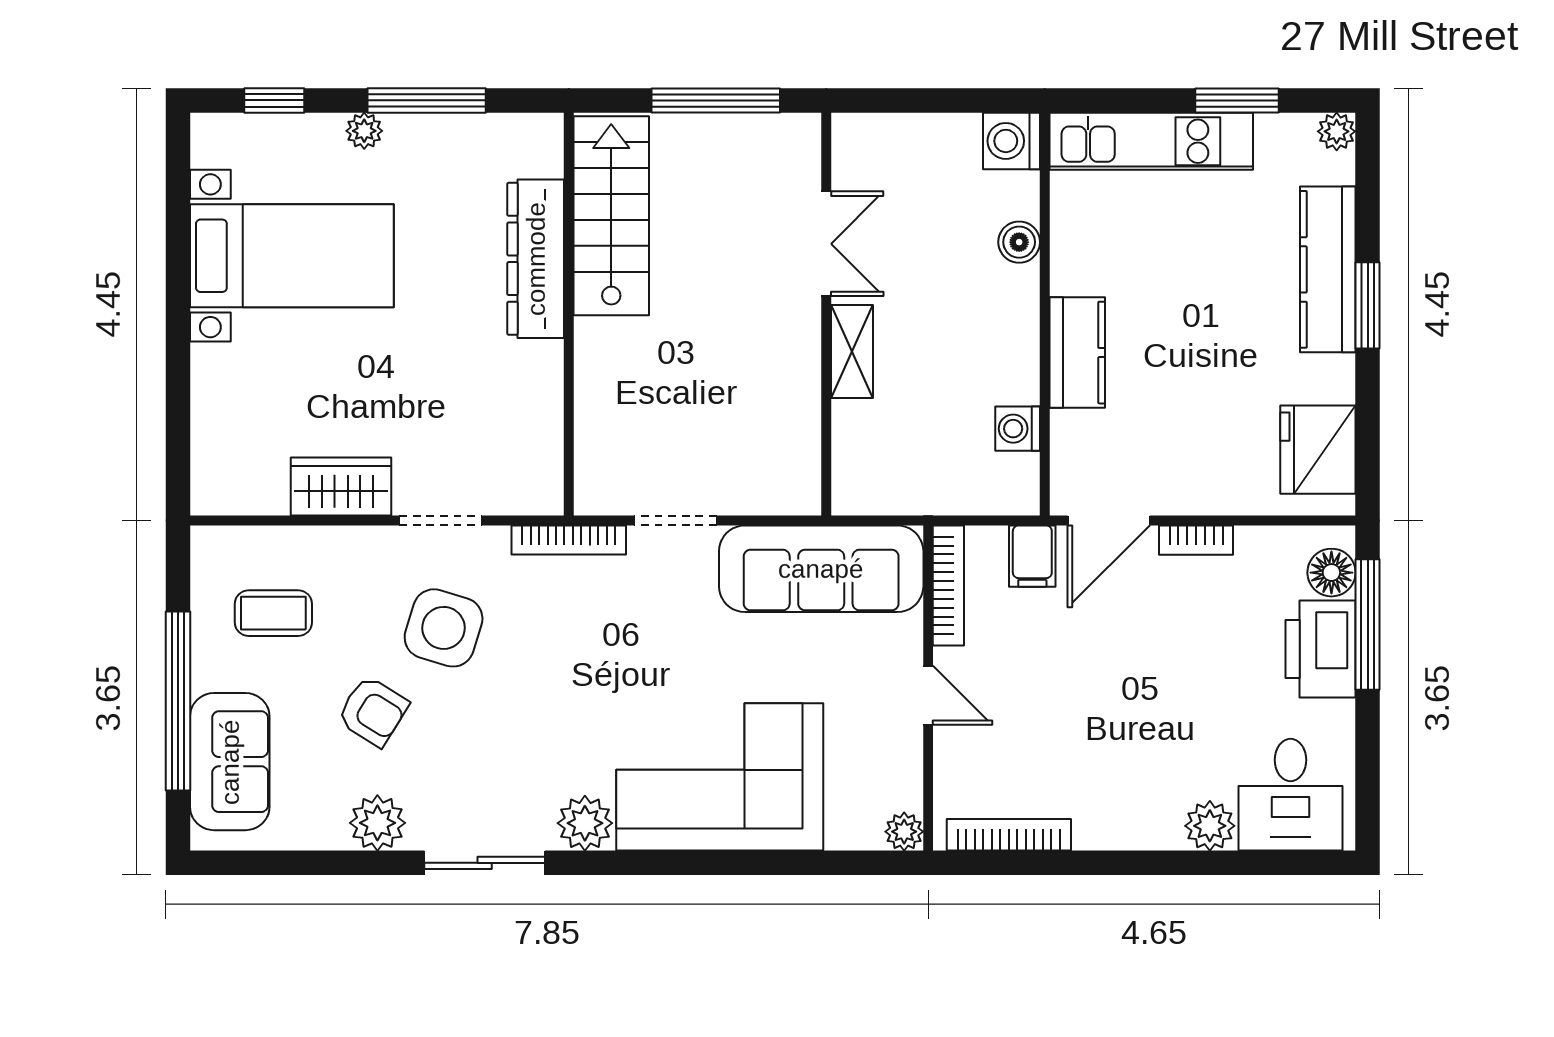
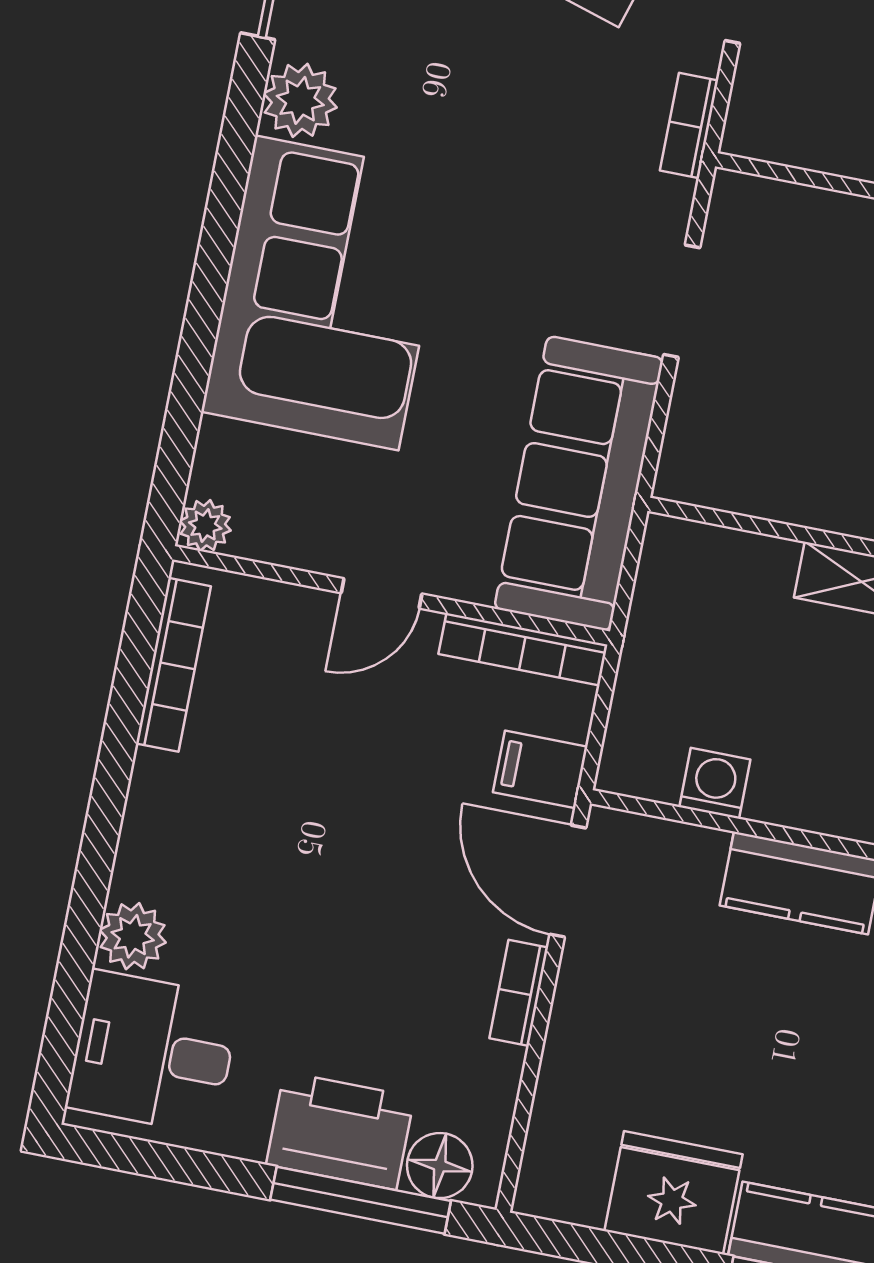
fridge: (1318, 450) -> (673, 1193), moved
bookcase: (569, 540) -> (689, 126), width x0.64

